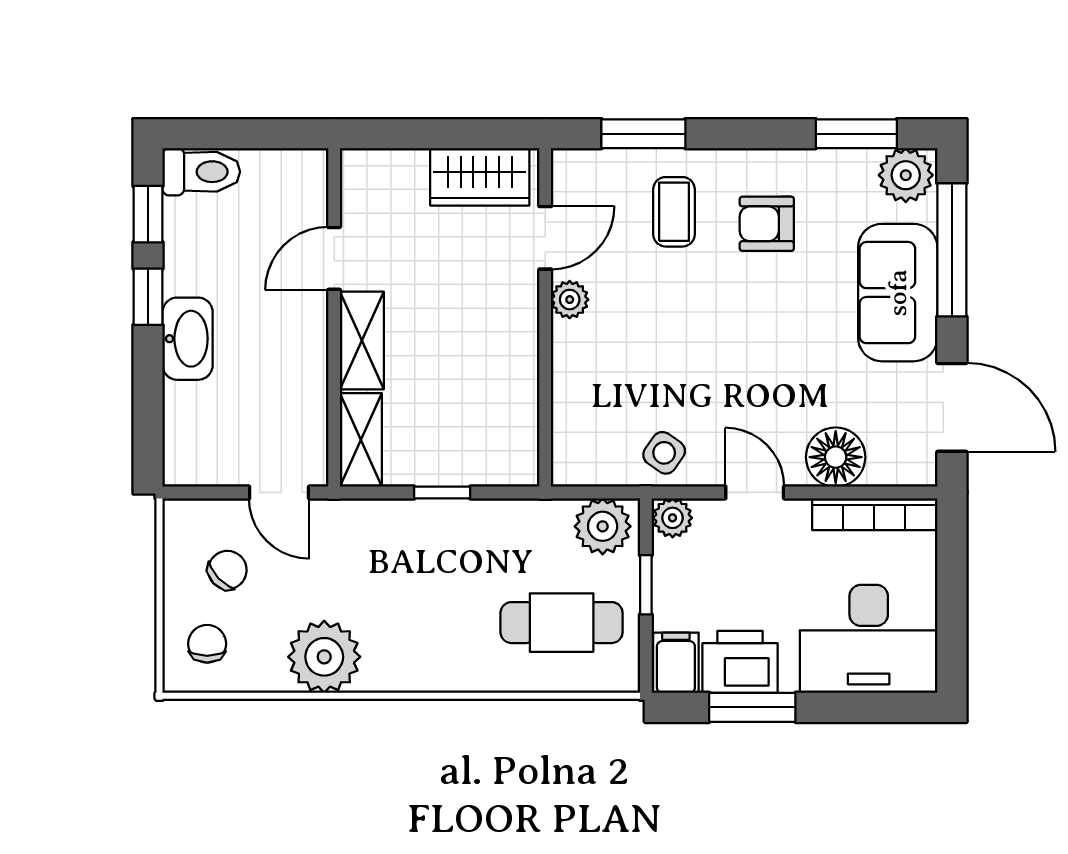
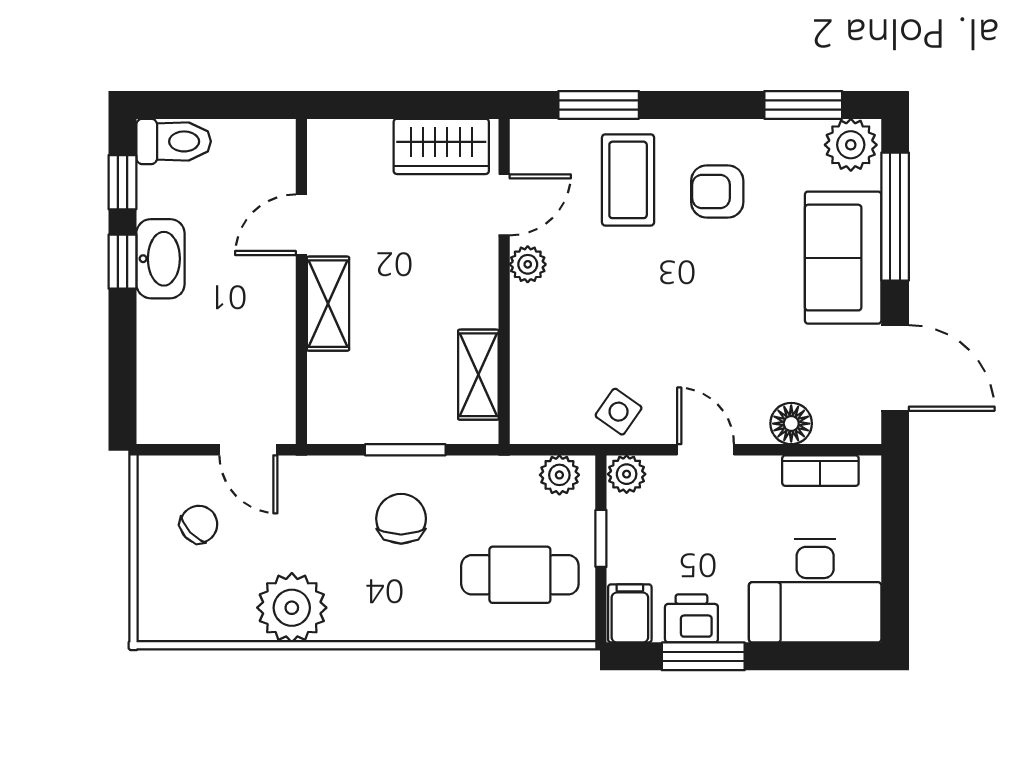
coffee table: (674, 212) -> (628, 180), width x1.36, depth x1.30
washbasin: (188, 339) -> (160, 259), moved
shelving: (361, 440) -> (478, 375), moved
floor lamp: (836, 457) -> (791, 424), width x0.73, depth x0.73
window: (442, 493) -> (405, 450), width x1.50
bookcase: (874, 514) -> (820, 471), width x0.64
plant: (603, 526) -> (559, 475), width x0.73, depth x0.73
chair: (207, 644) -> (401, 519), moved, width x1.37, depth x1.37
printer: (740, 662) -> (691, 618), width x0.73, depth x0.81

